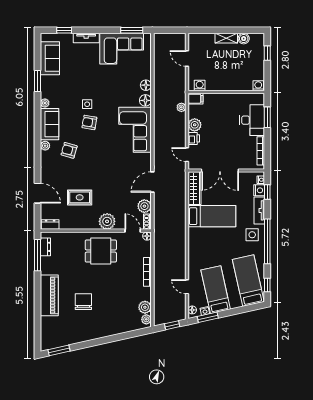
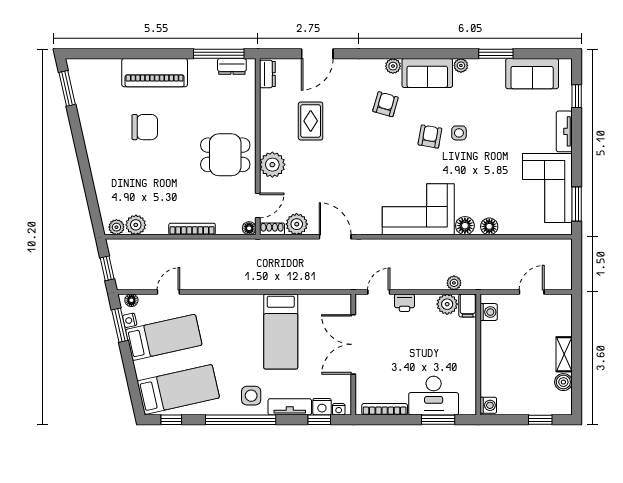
plant: (195, 125) -> (447, 304), moved
wardrobe: (195, 188) -> (325, 304), removed
dining table: (101, 251) -> (225, 155), turned 90

